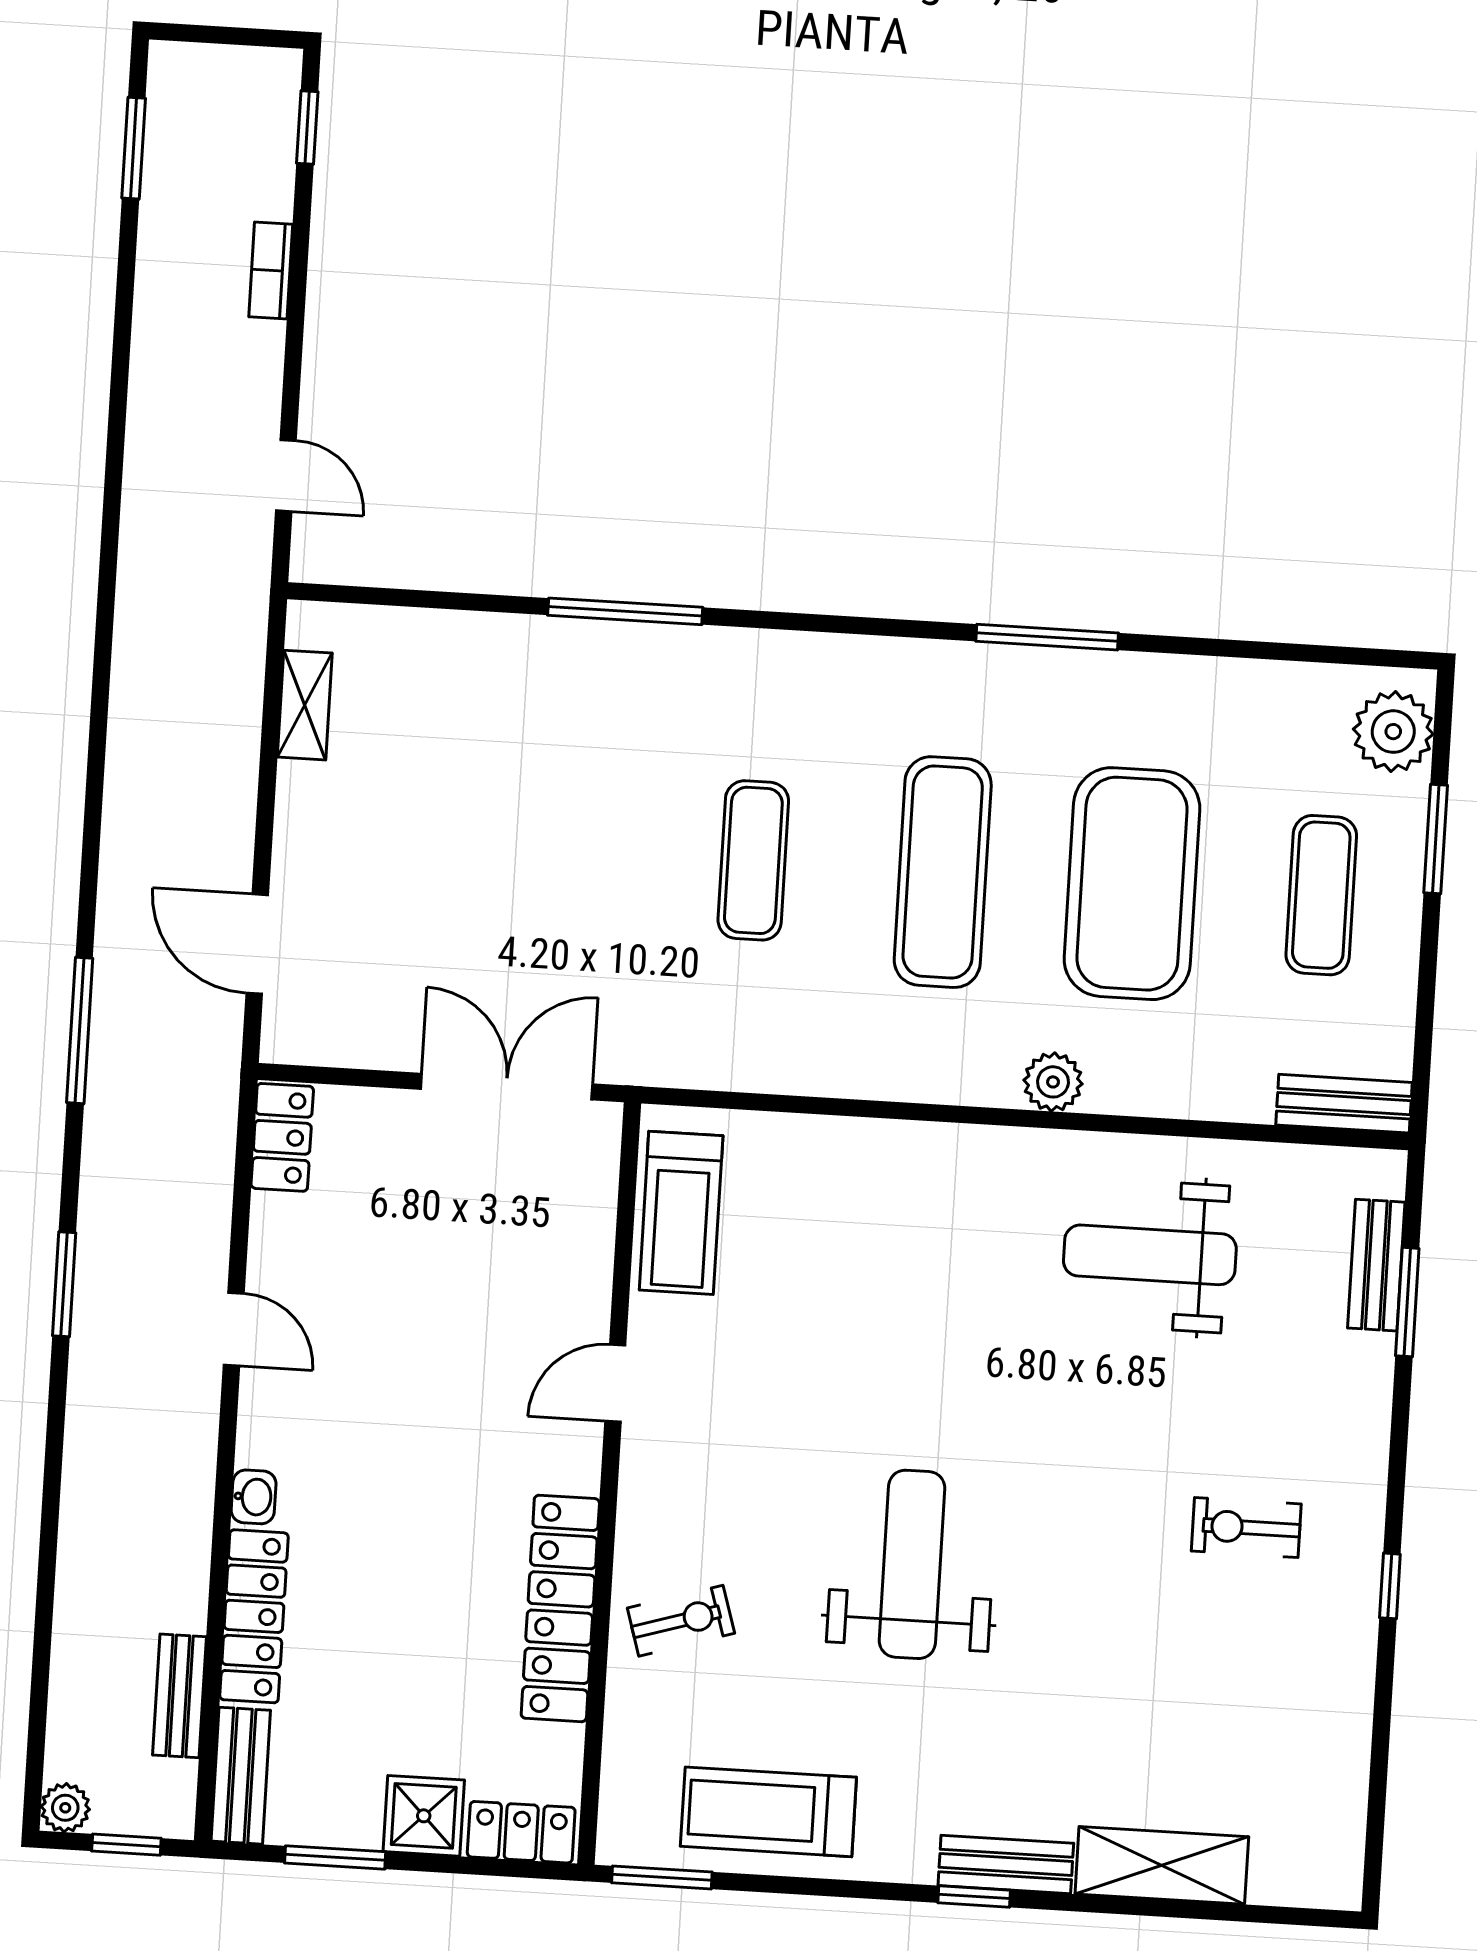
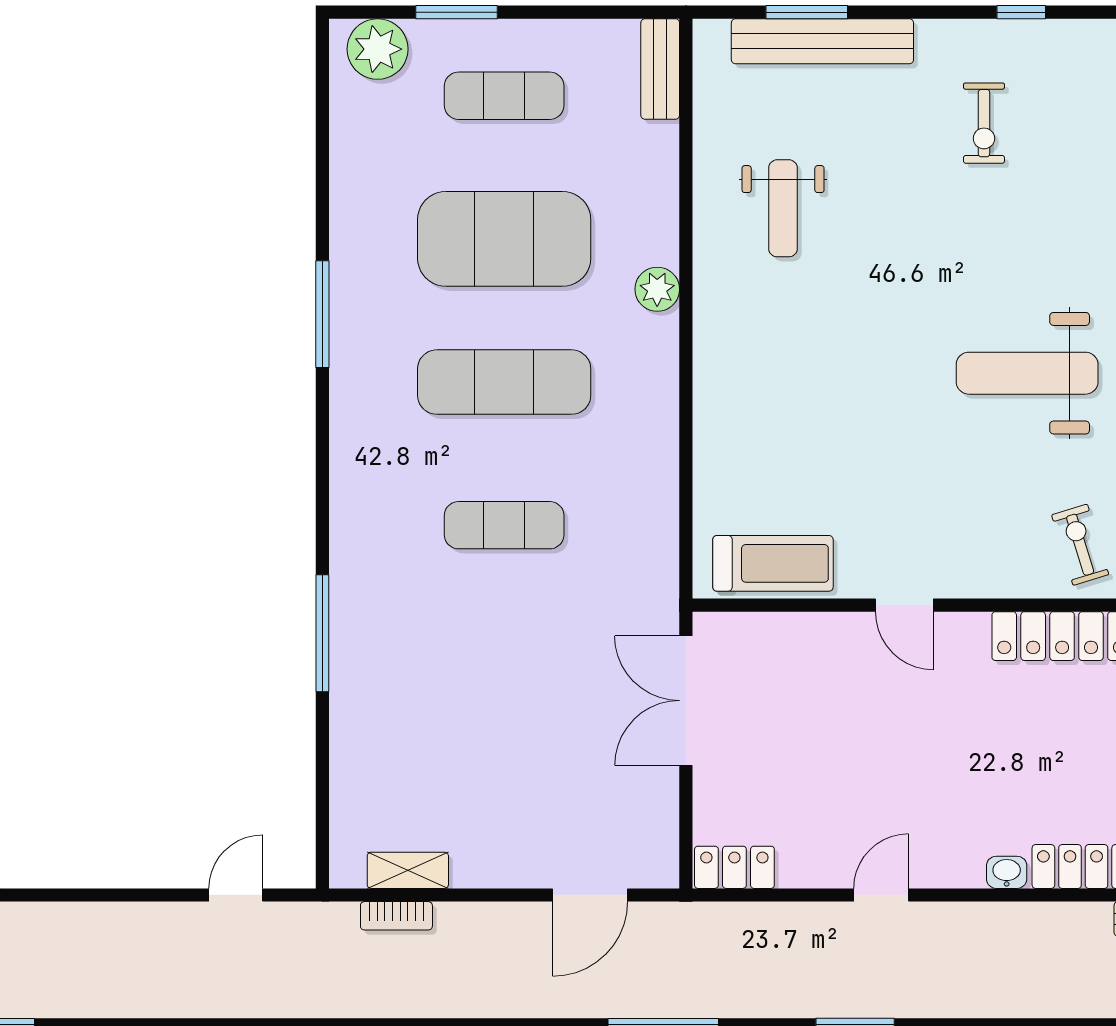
bookcase: (271, 270) -> (396, 916), moved
weight bench: (1150, 1255) -> (783, 208), width x0.73, depth x0.75
bench: (1376, 1265) -> (822, 41), width x1.86, depth x1.21

